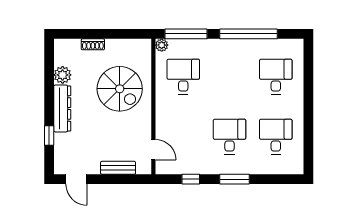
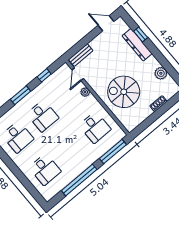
plant: (162, 45) -> (85, 92), moved
dresser: (62, 108) -> (137, 45), moved
door: (153, 150) -> (78, 74), hinge flipped
bench: (118, 168) -> (81, 55), moved

